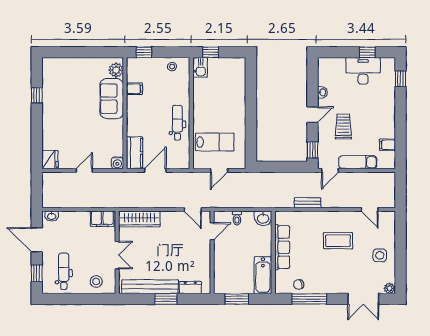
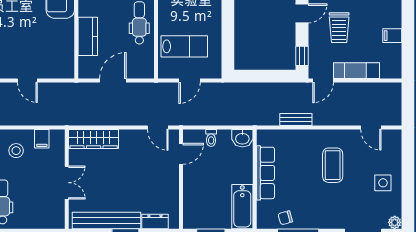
trolley: (343, 126) -> (339, 28), turned 180
filing cabinet: (387, 145) -> (392, 36), moved
kitchen counter: (134, 153) -> (88, 36), moved
water cooler: (117, 163) -> (67, 71), removed
door: (84, 170) -> (27, 81), swing flipped
filing cabinet: (102, 219) -> (42, 139), width x0.50
coffee table: (338, 241) -> (333, 165), turned 90
stool: (96, 282) -> (16, 151), moved

